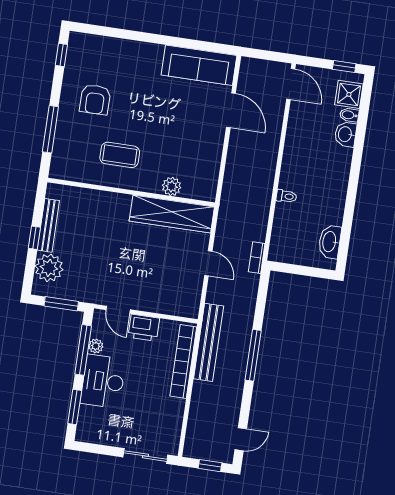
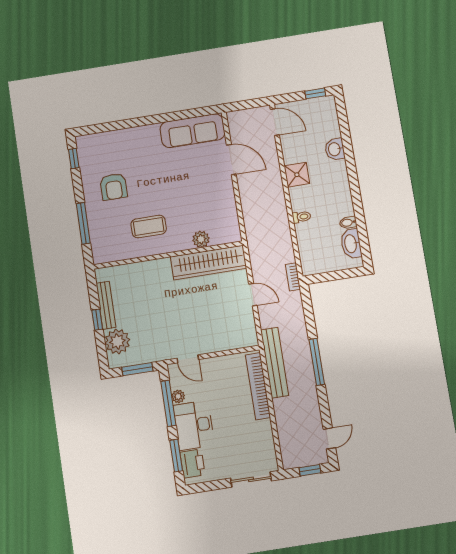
shower: (349, 94) -> (297, 175), moved
bidet: (349, 115) -> (348, 223), moved
printer: (144, 328) -> (192, 464), moved, turned -90

